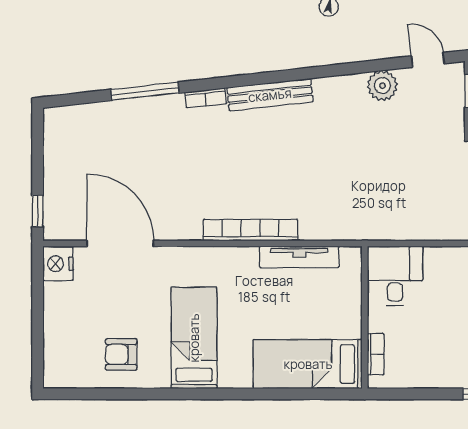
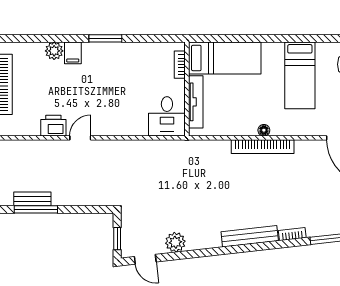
floor lamp: (249, 255) -> (264, 130), added
tv unit: (299, 257) -> (196, 102), moved, turned 90

